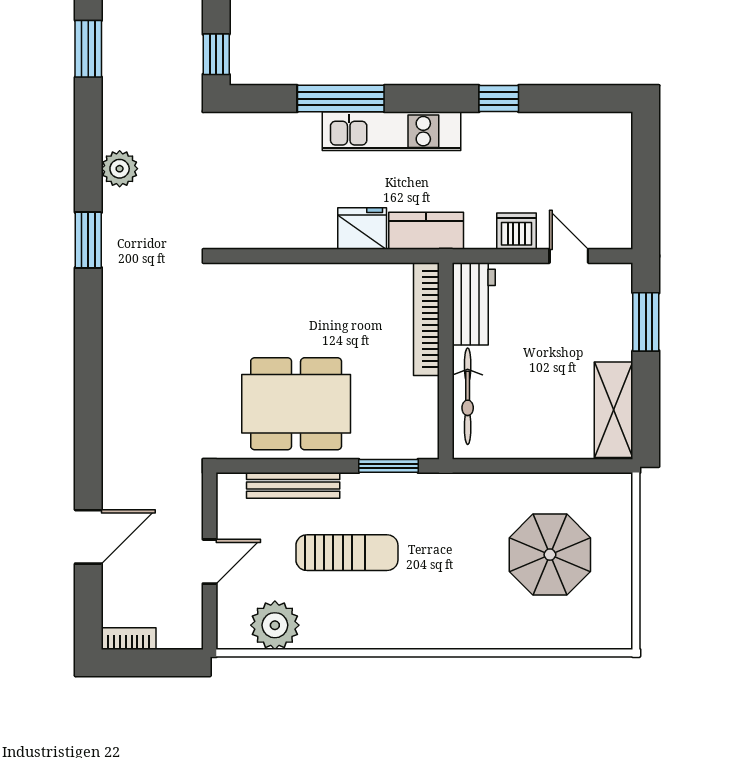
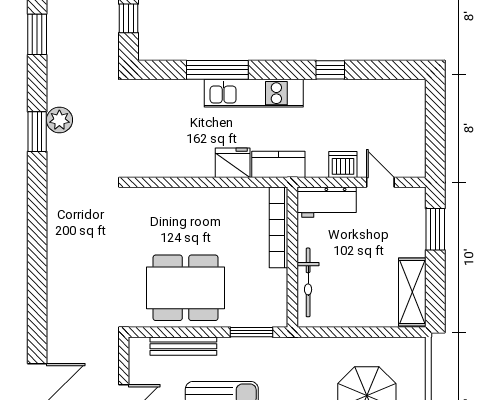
window: (216, 54) -> (128, 18), moved
window: (88, 240) -> (37, 132), moved
workbench: (474, 304) -> (327, 202), moved, turned 90

